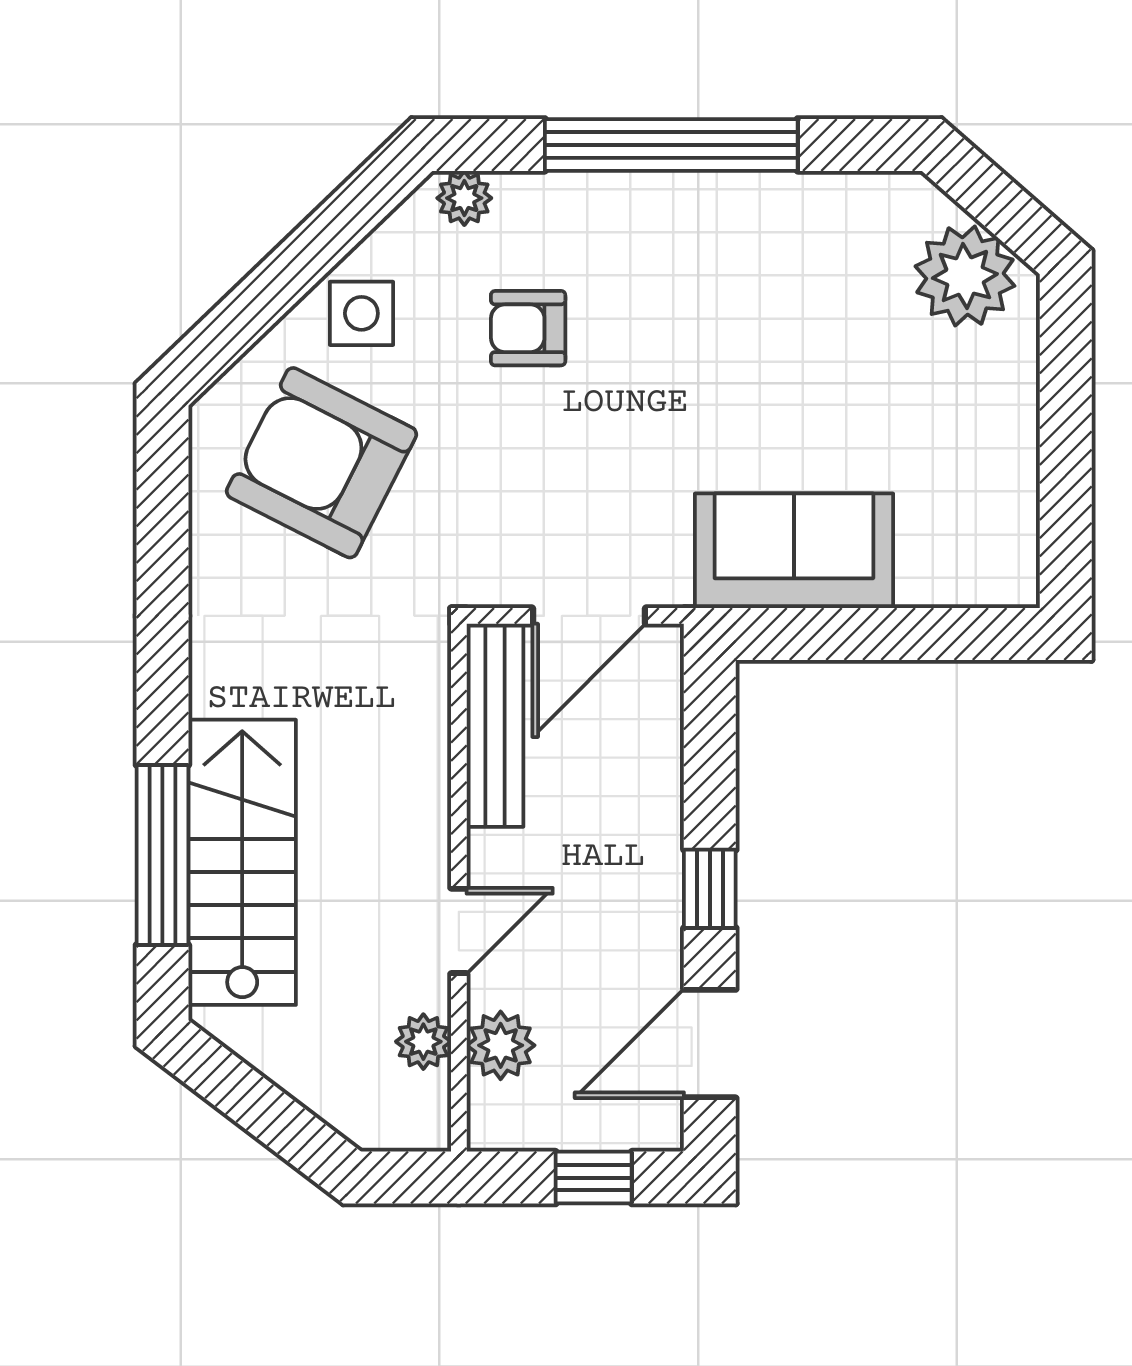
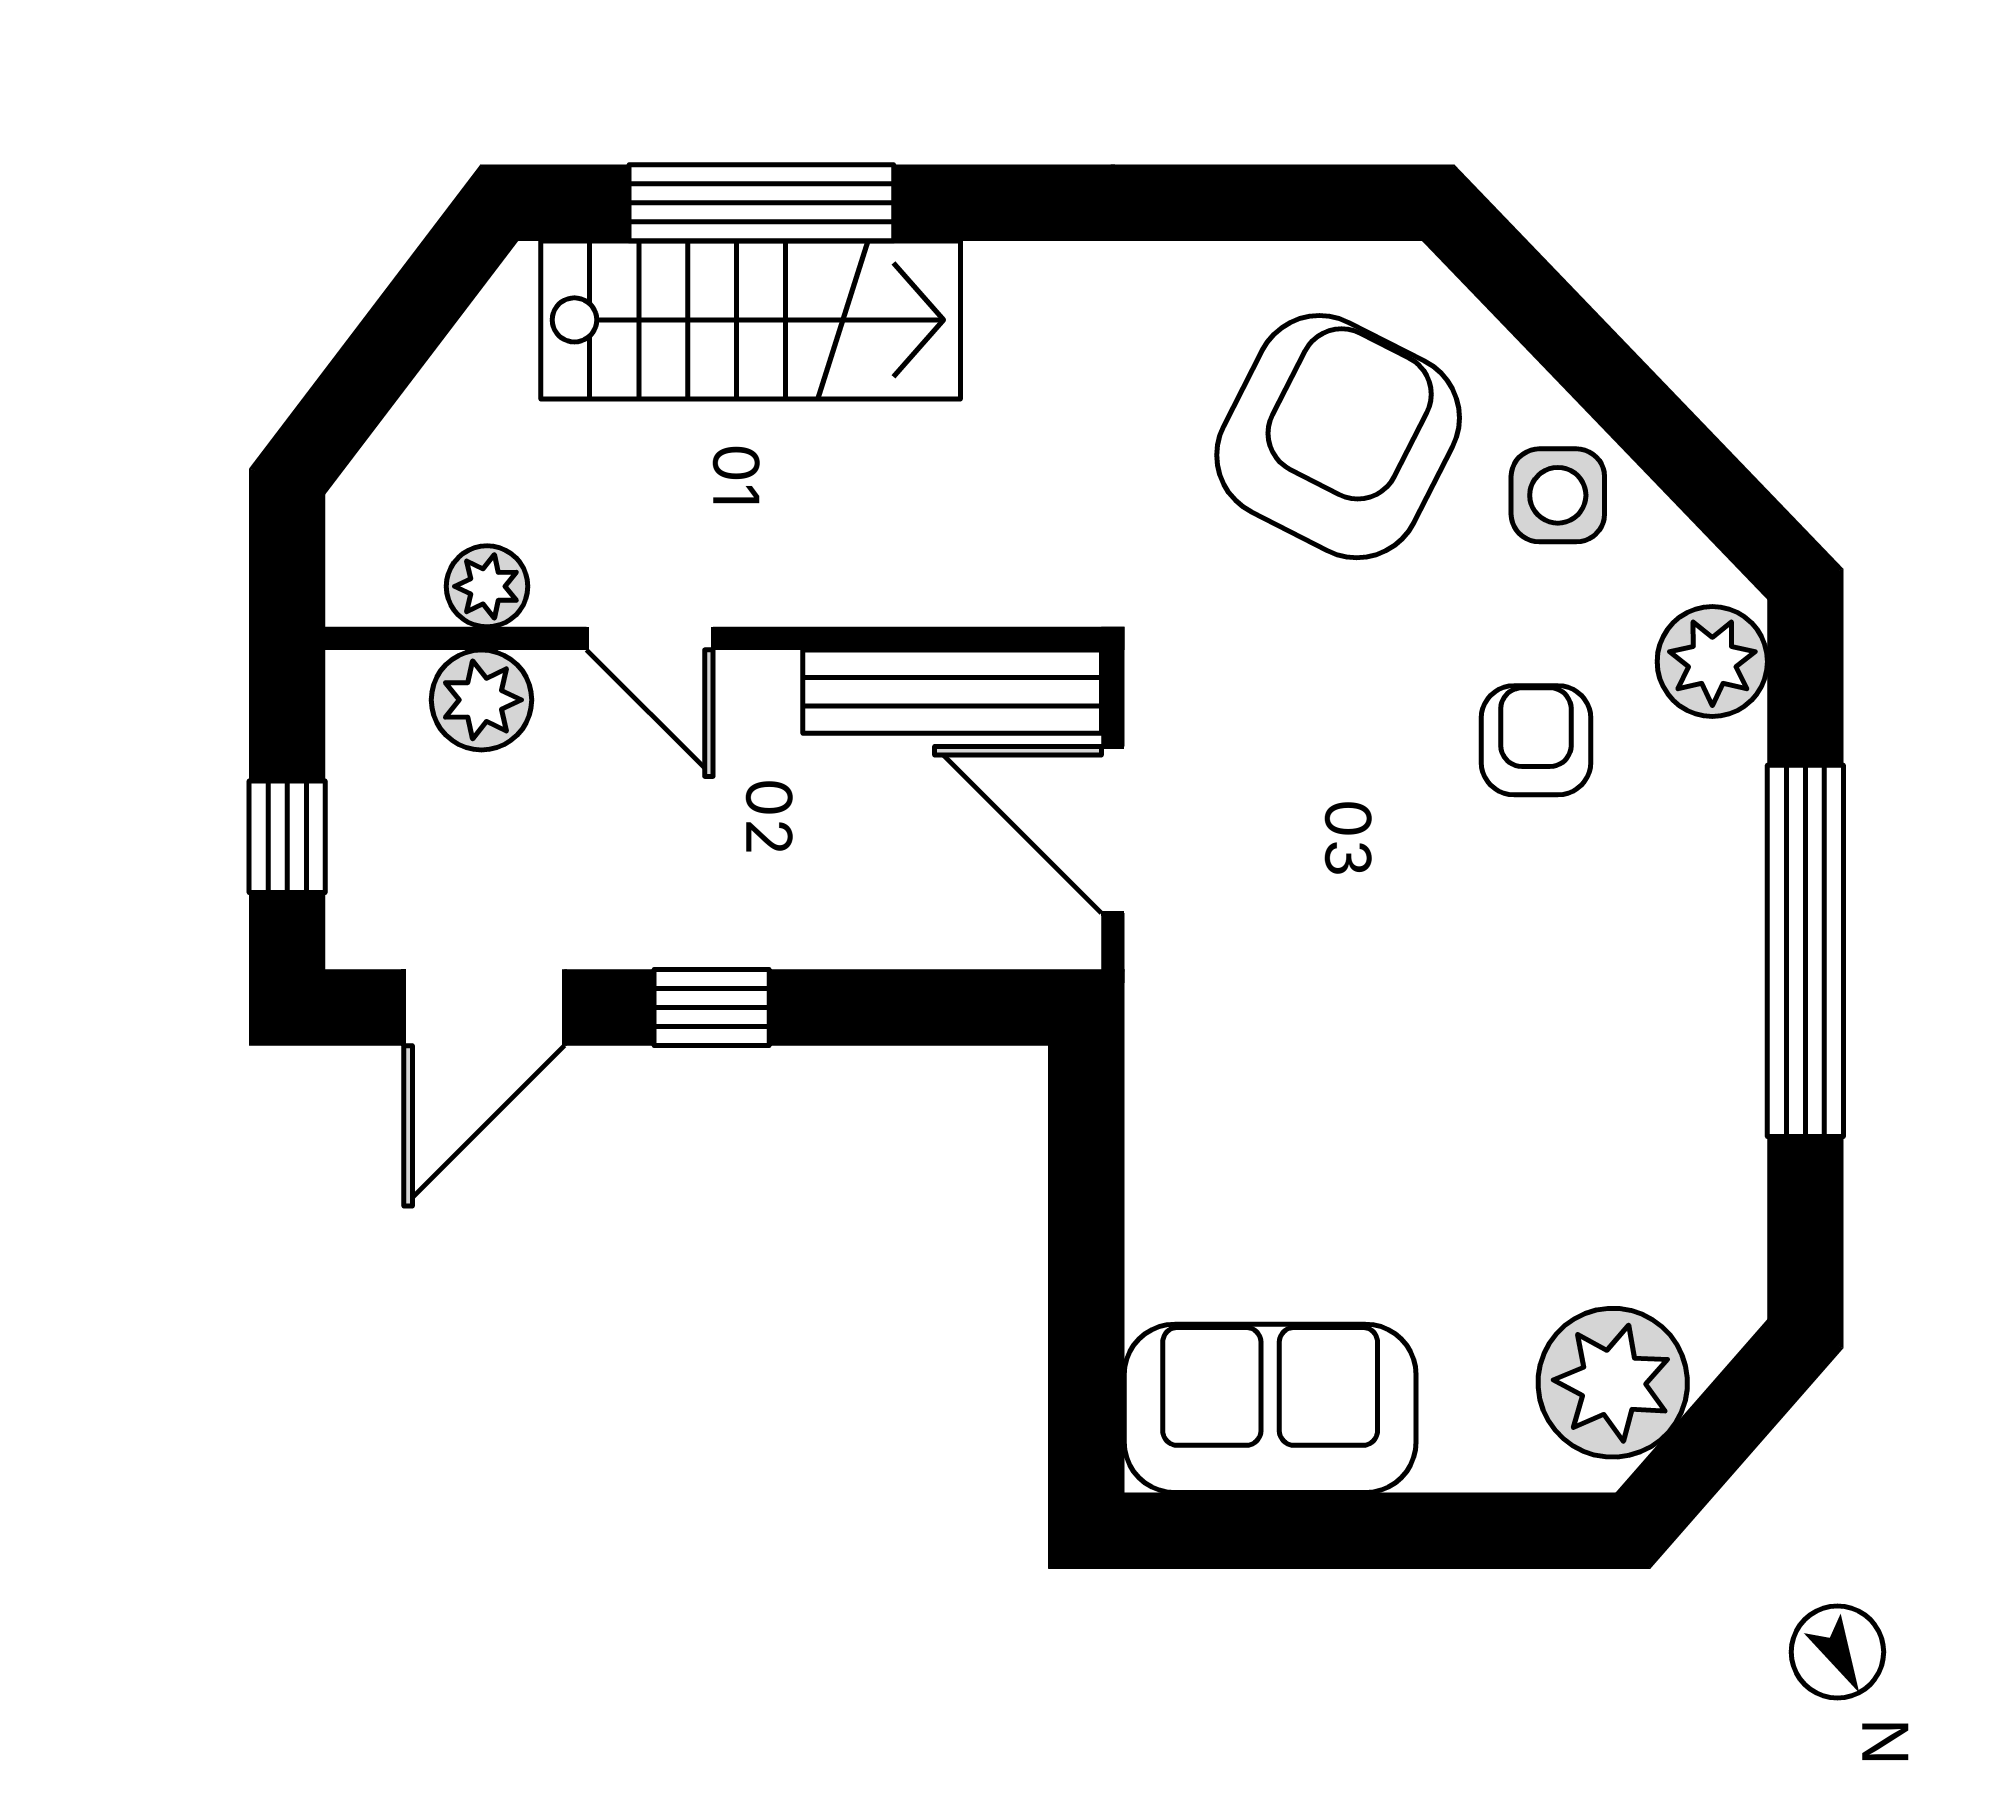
plant: (464, 198) -> (1712, 662), width x1.38, depth x1.38
sofa: (794, 551) -> (1270, 1408), moved, turned -90
door: (710, 1044) -> (484, 1008), swing flipped

